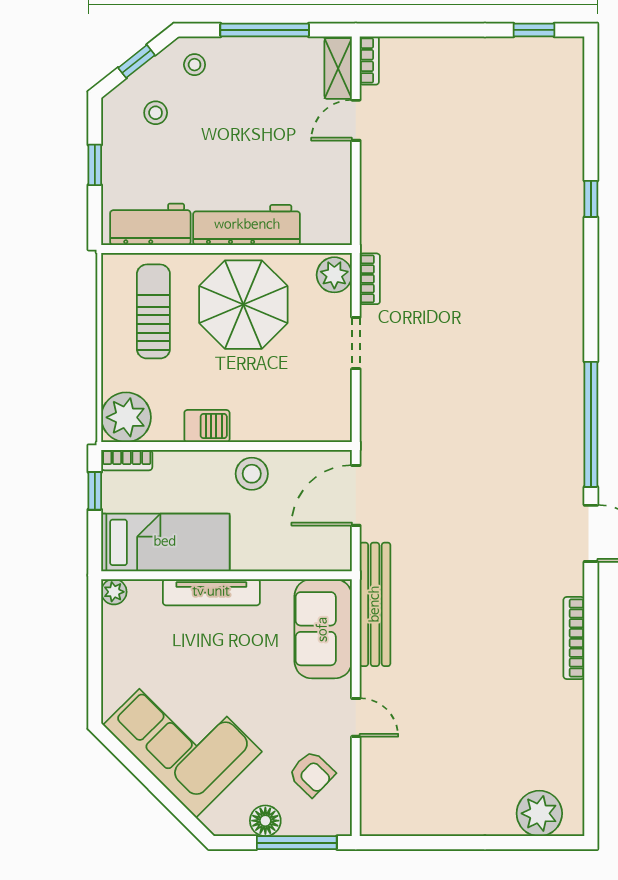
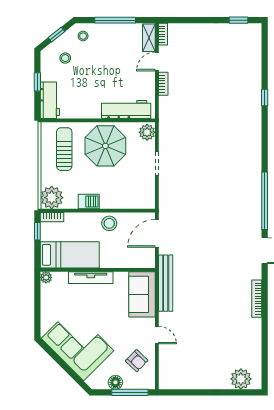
workbench: (150, 224) -> (50, 100), moved, turned 90
workbench: (247, 225) -> (126, 109), moved
bookcase: (370, 279) -> (163, 84), moved

